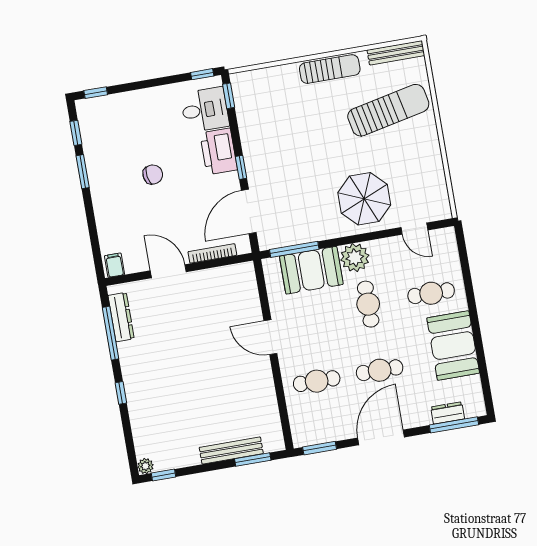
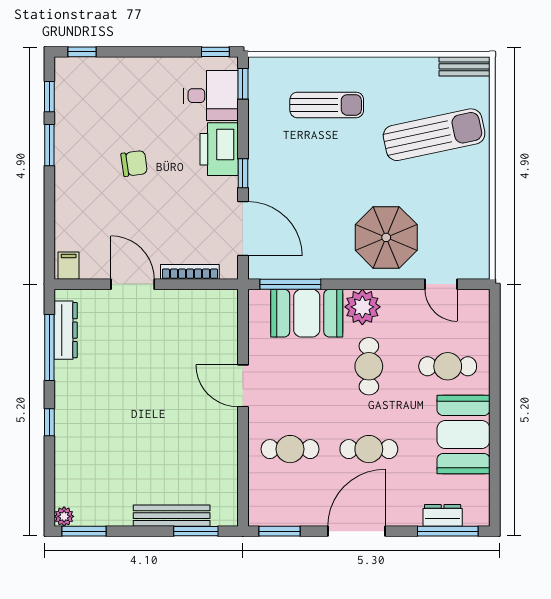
bench: (396, 53) -> (465, 66), width x0.73
sun lounger: (330, 69) -> (327, 105), moved
door: (249, 212) -> (243, 229), swing flipped
window: (163, 475) -> (84, 531), width x1.50

